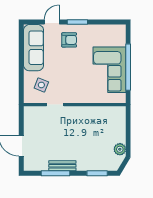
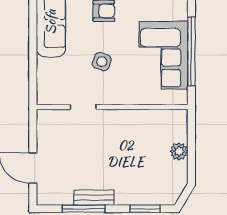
side table: (41, 85) -> (102, 62), moved
plant: (120, 149) -> (179, 151), moved

